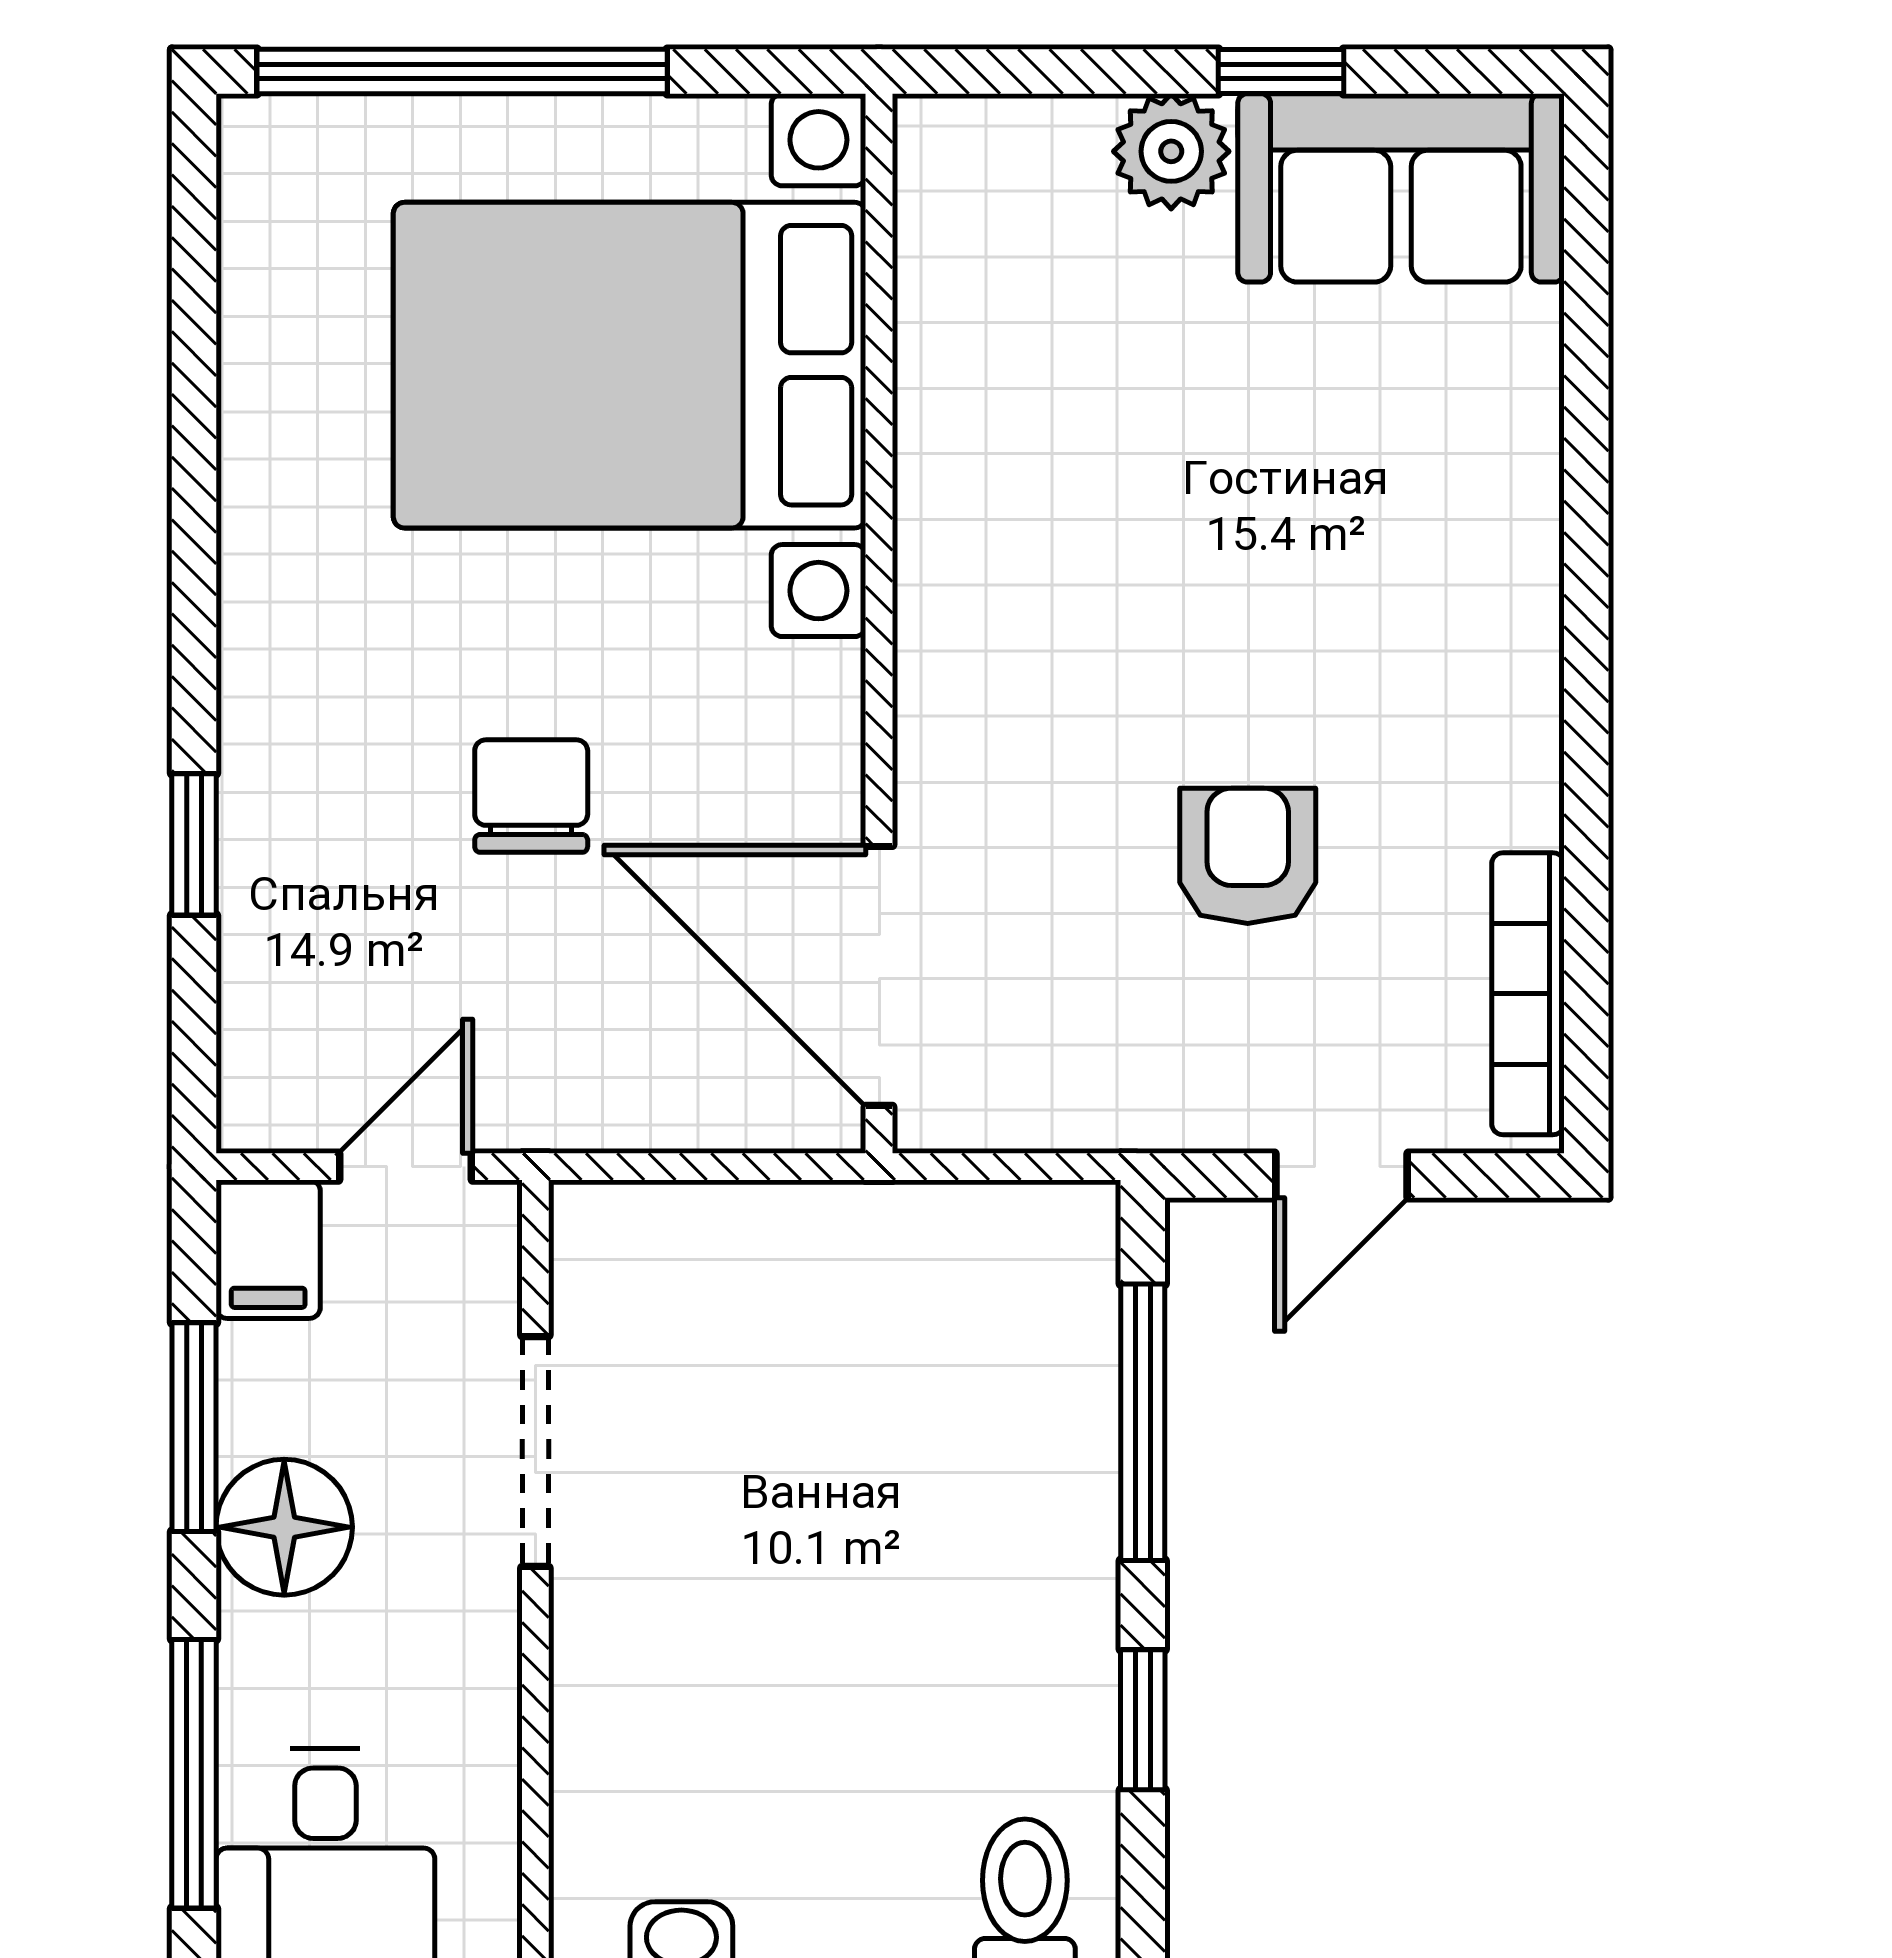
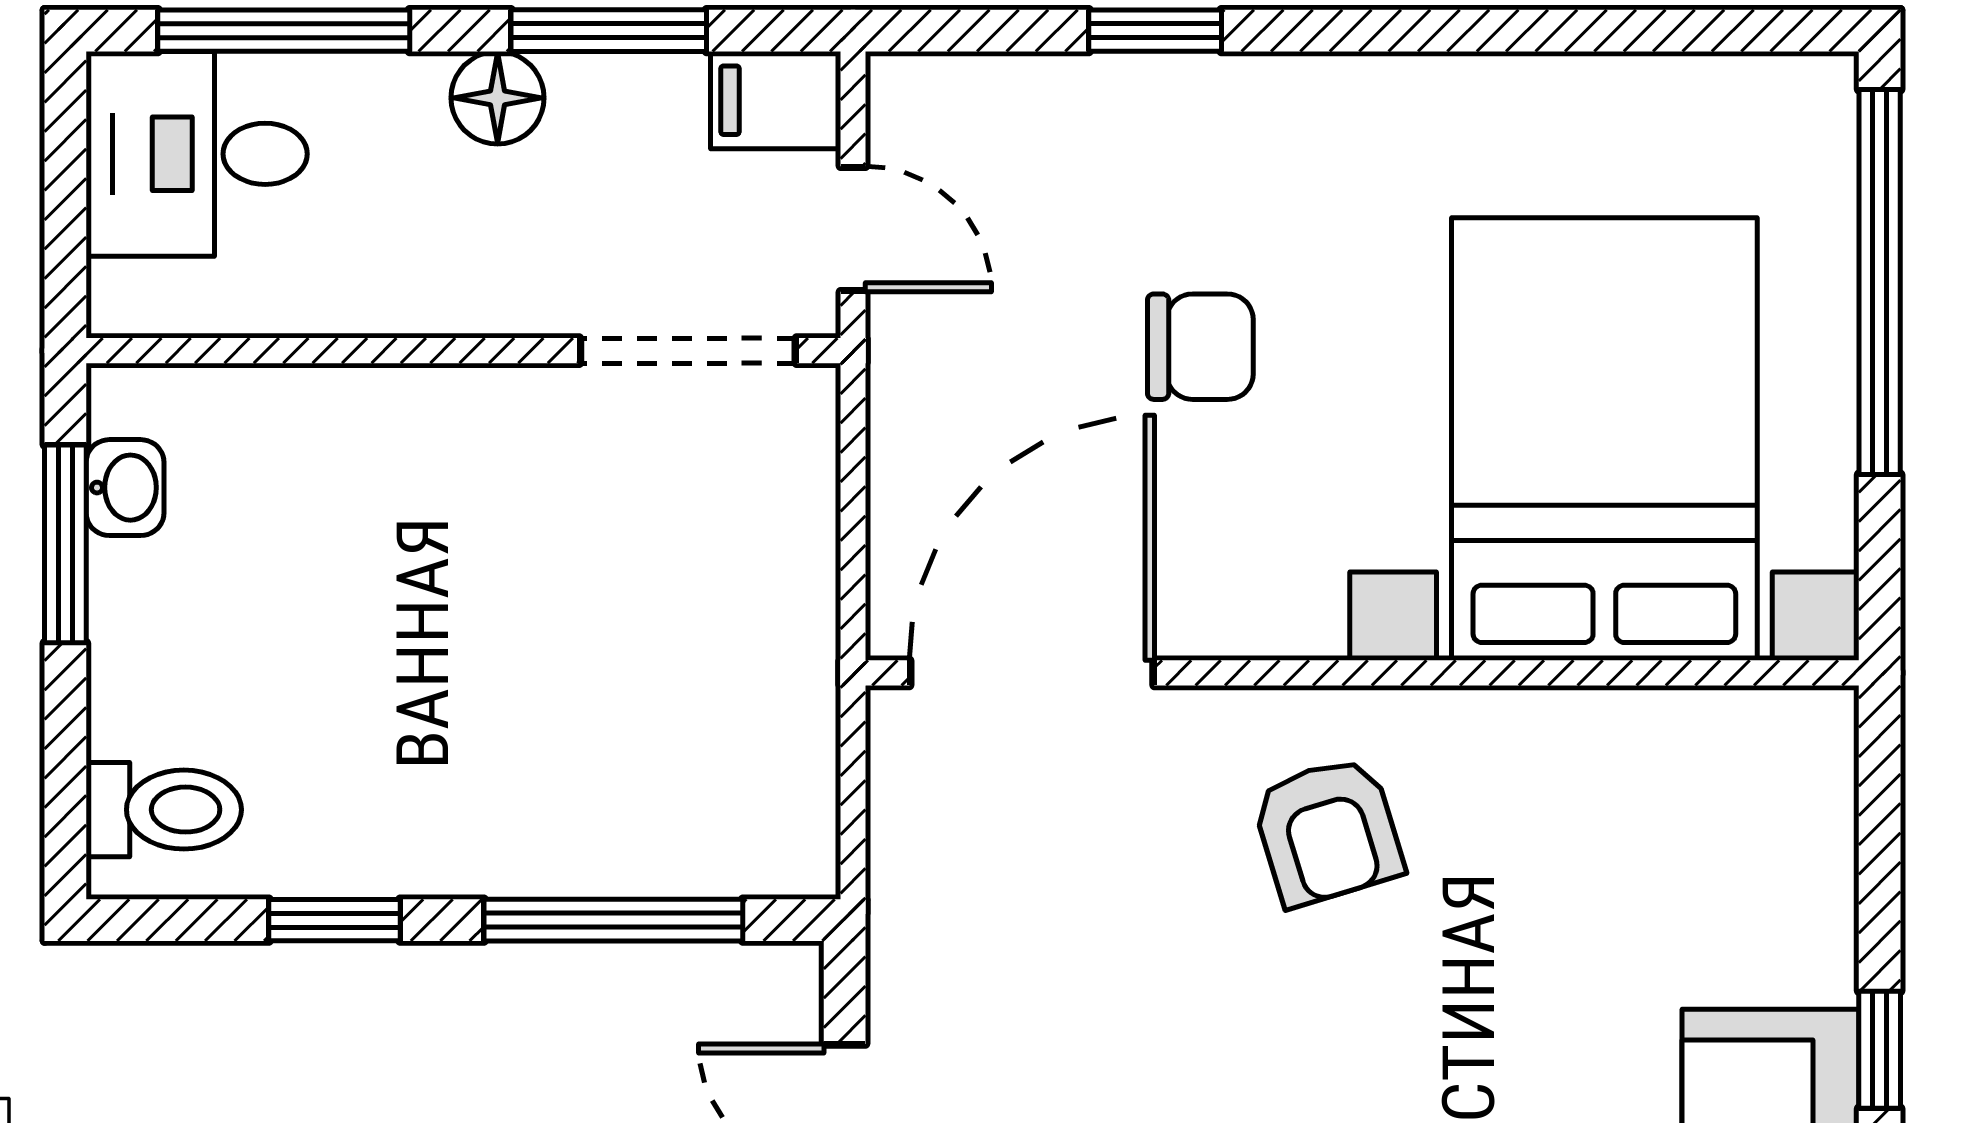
plant: (1171, 151) -> (1805, 947), removed
armchair: (1248, 856) -> (1328, 831), moved, turned 73
doorway: (535, 1451) -> (688, 351), moved
floor lamp: (284, 1527) -> (498, 98), width x0.73, depth x0.73

